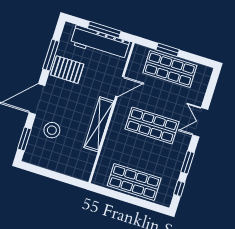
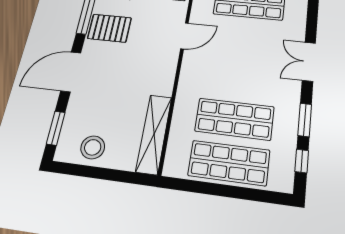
shelving: (99, 124) -> (154, 134), moved
shop shelf: (152, 125) -> (234, 119), moved
stool: (52, 130) -> (93, 147), moved

